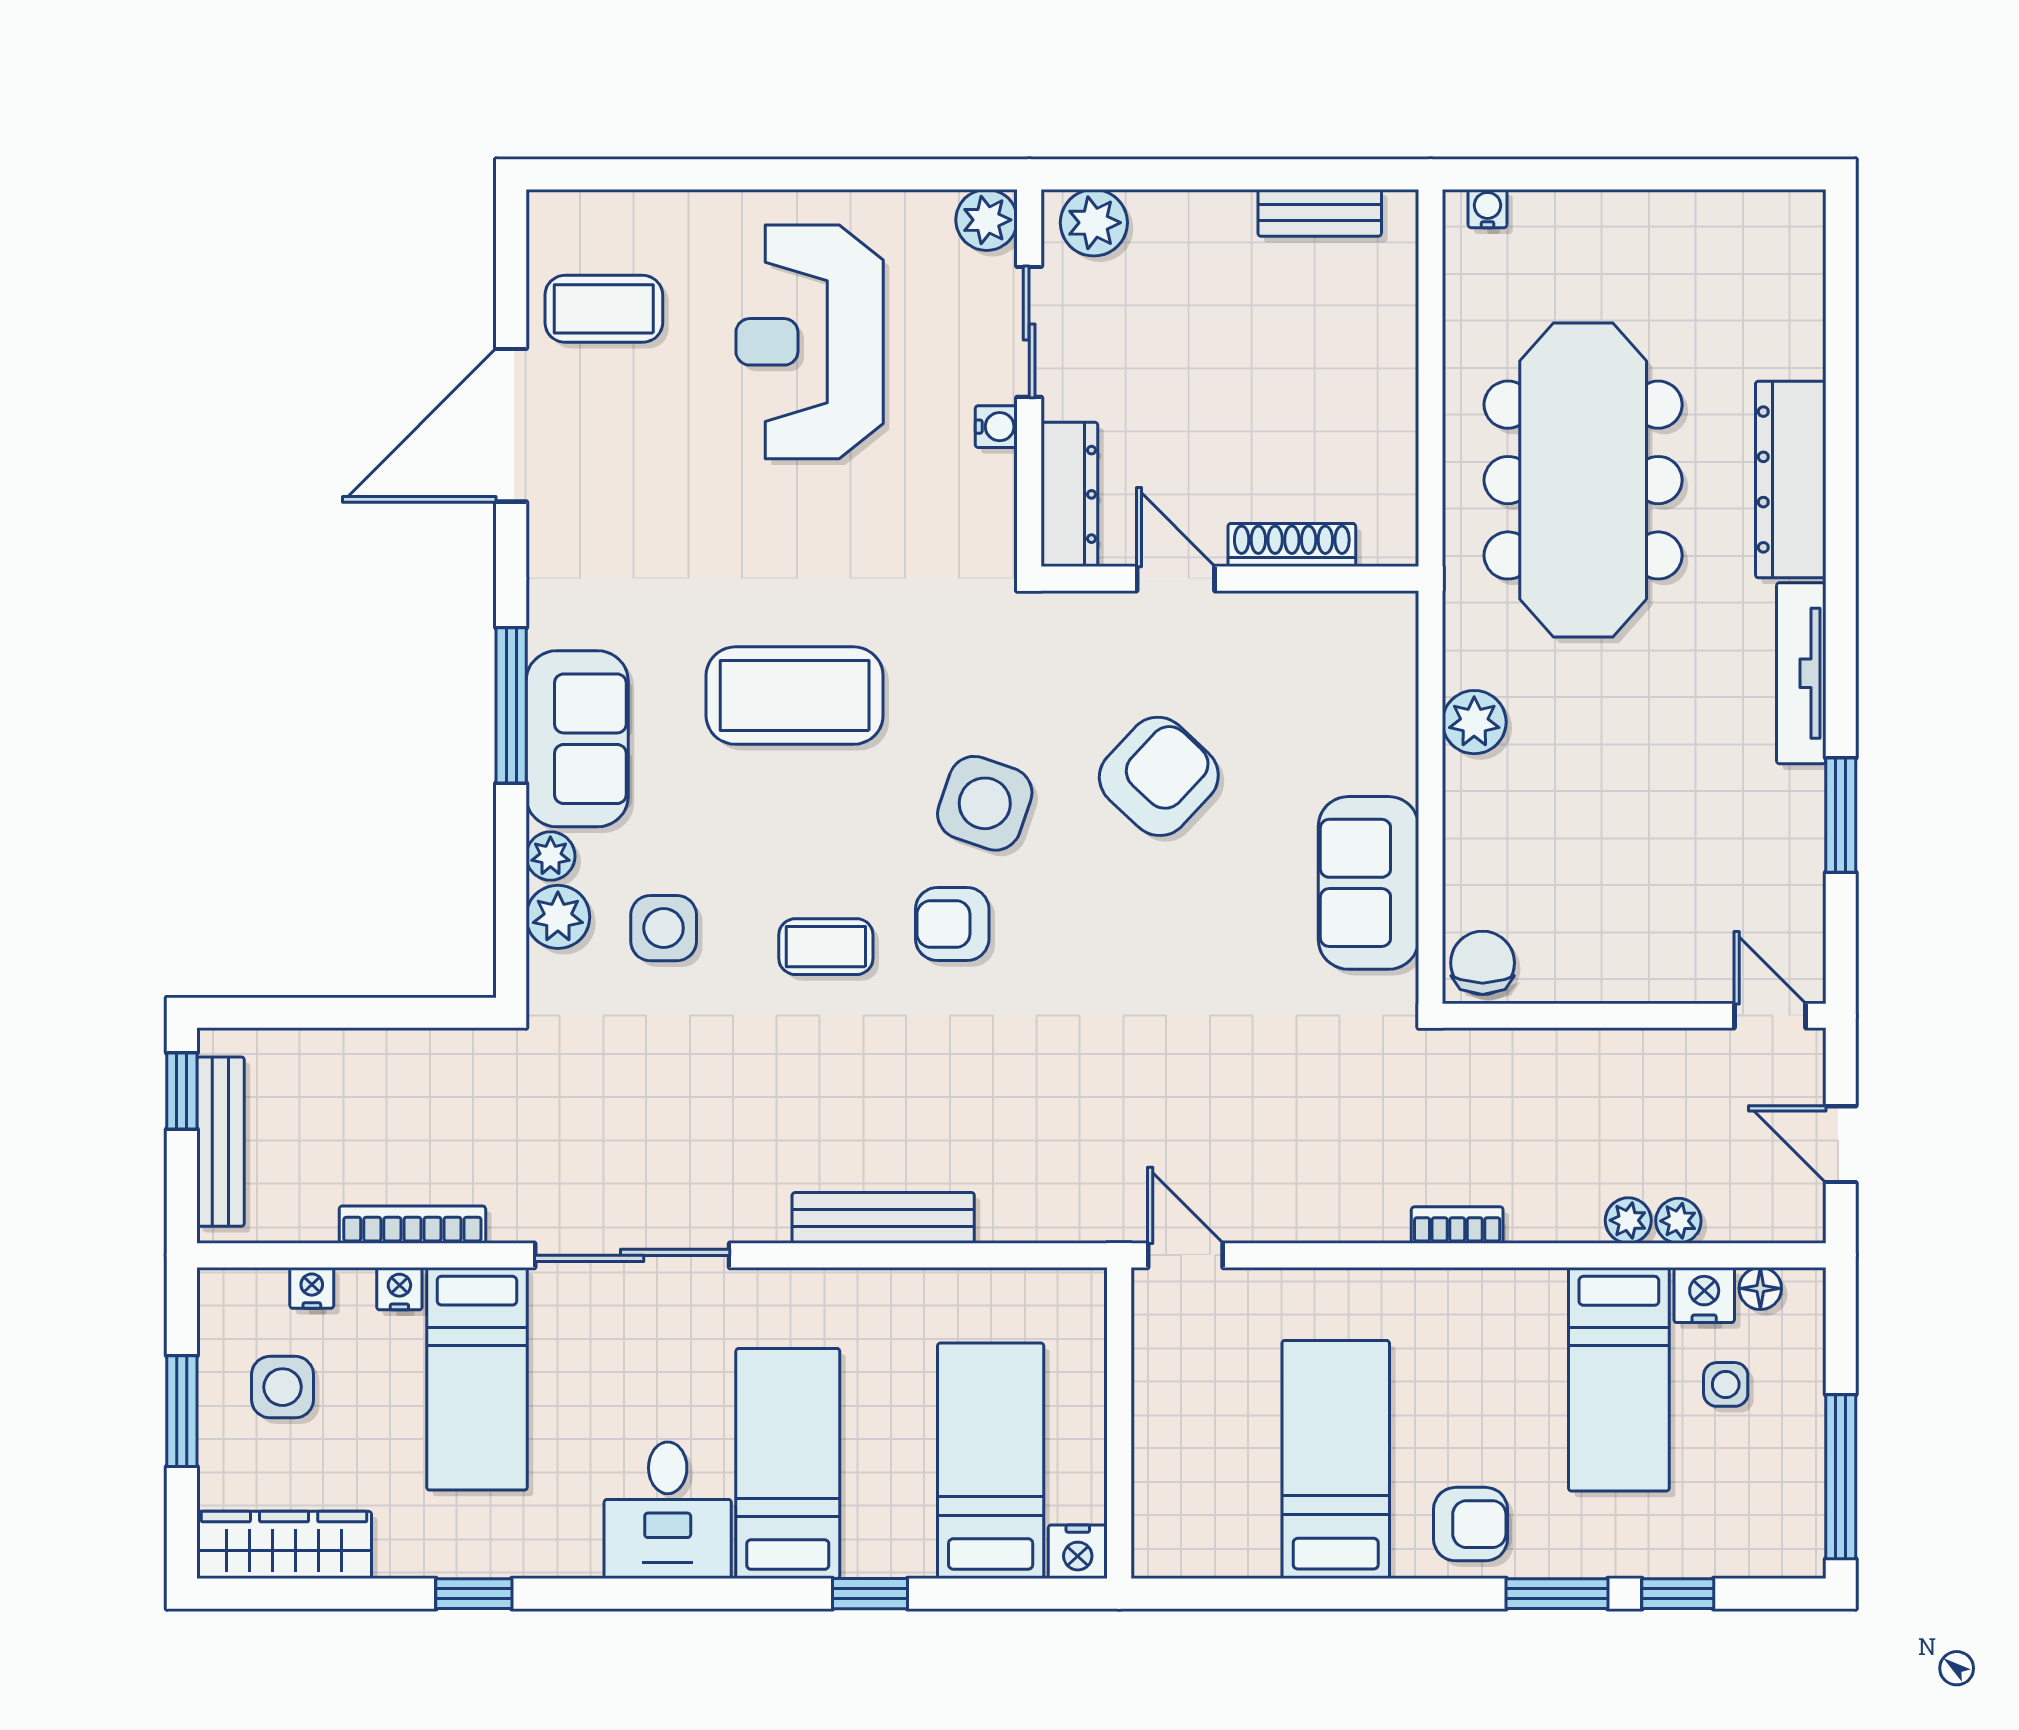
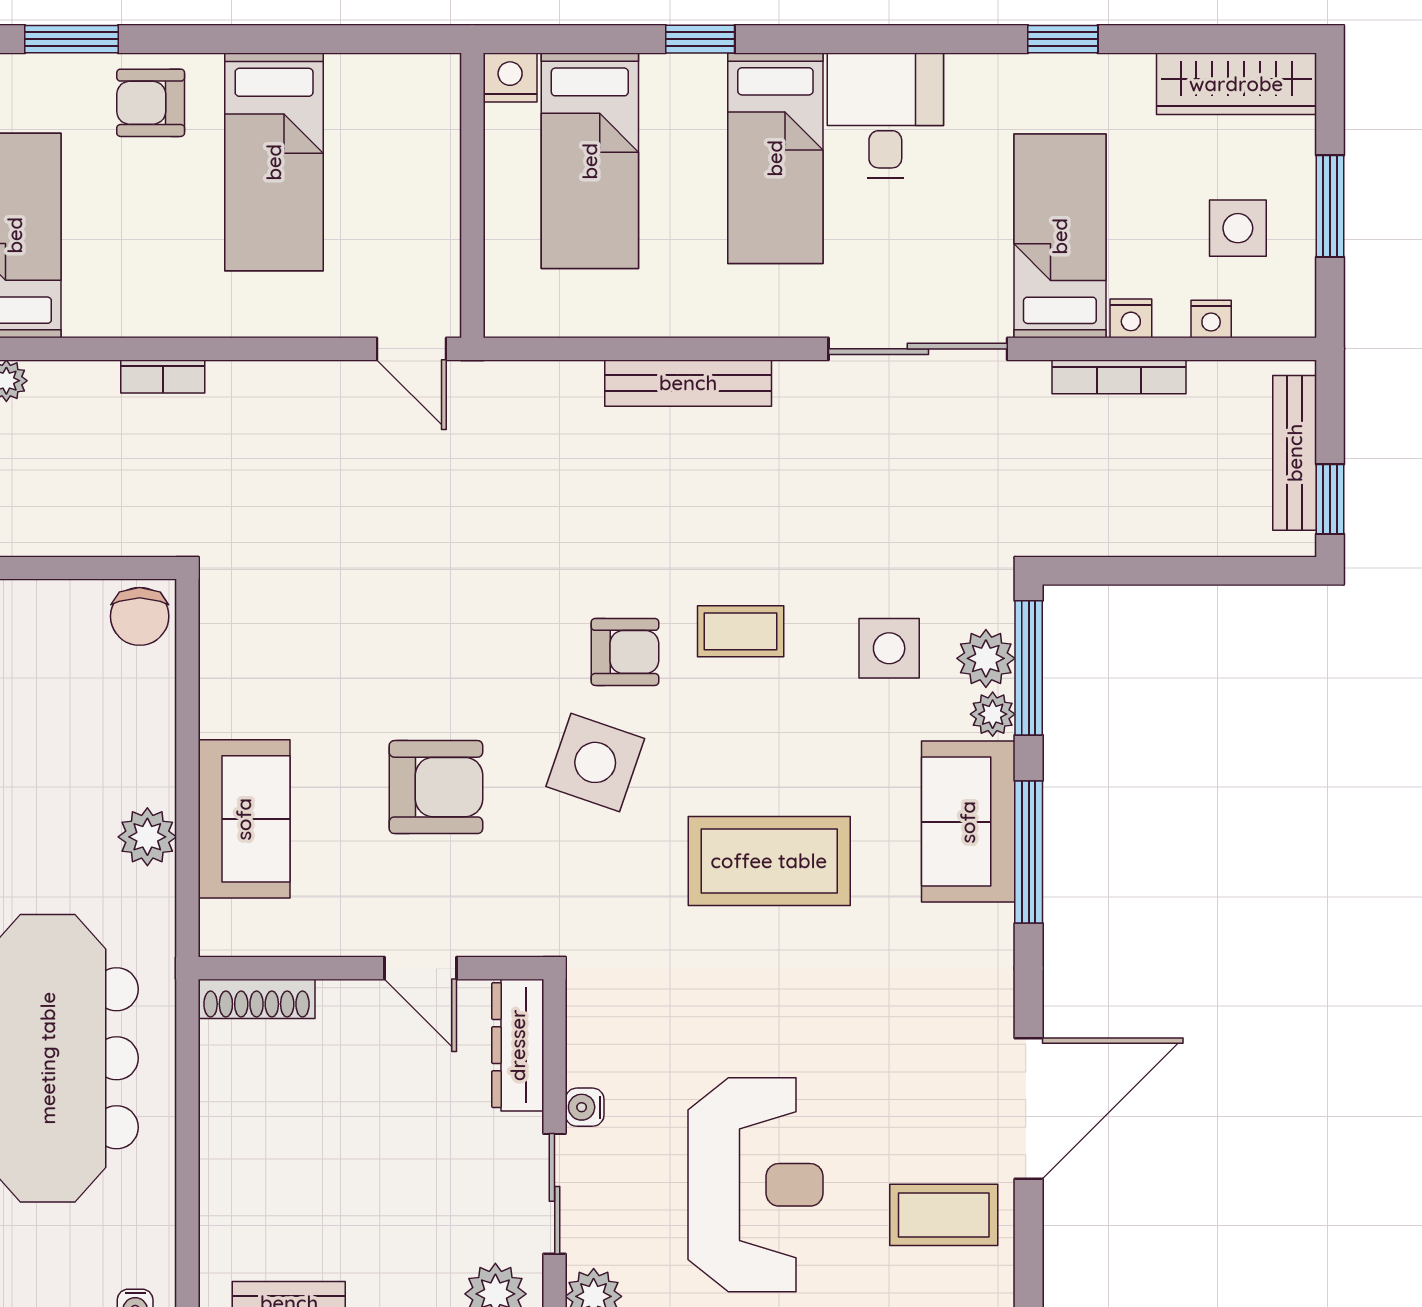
shoe rack: (1292, 545) -> (257, 999), moved
armchair: (1159, 776) -> (436, 787), turned -133
sofa: (1368, 883) -> (244, 819), moved
window: (511, 907) -> (1029, 668), added

